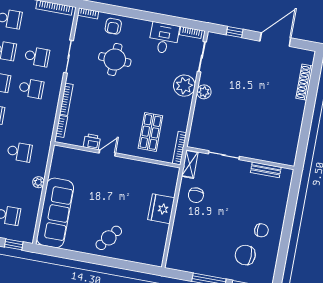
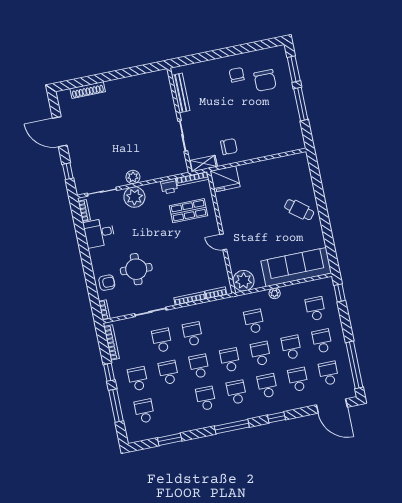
printer: (92, 142) -> (169, 186), moved, turned -90
plant: (62, 157) -> (244, 281), added
bench: (266, 170) -> (181, 93), width x1.36
fridge: (161, 209) -> (225, 179), moved

